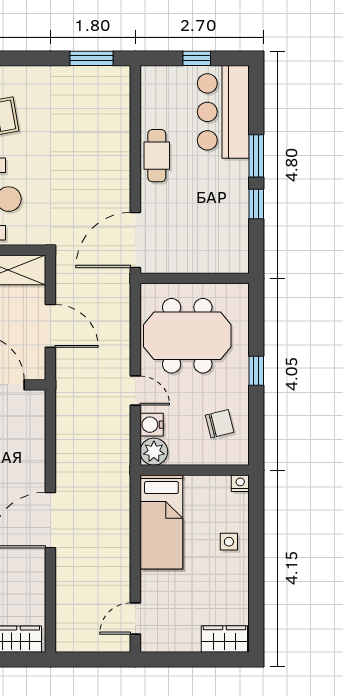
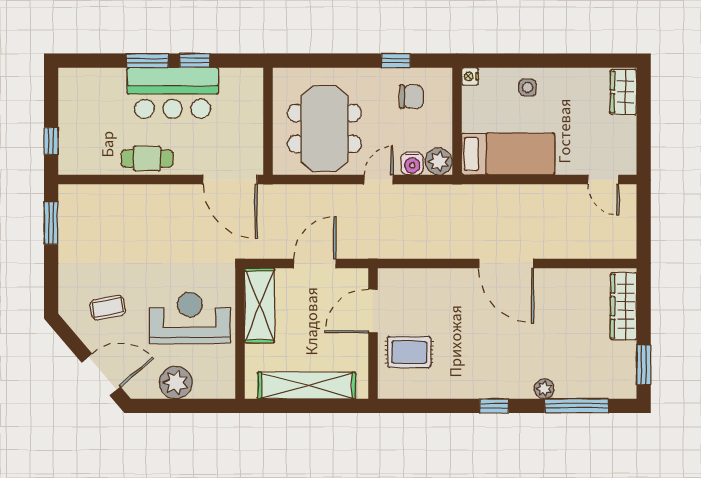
window: (197, 58) -> (51, 141), moved
bar counter: (223, 112) -> (173, 93), moved
window: (256, 371) -> (396, 61), moved
chair: (220, 424) -> (411, 97), turned 104

